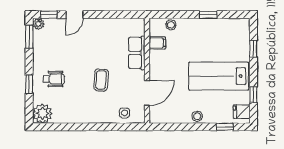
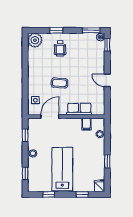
door: (74, 15) -> (107, 80), moved
door: (147, 93) -> (50, 117), swing flipped
fridge: (242, 112) -> (100, 186), moved
window: (173, 127) -> (25, 135), added

